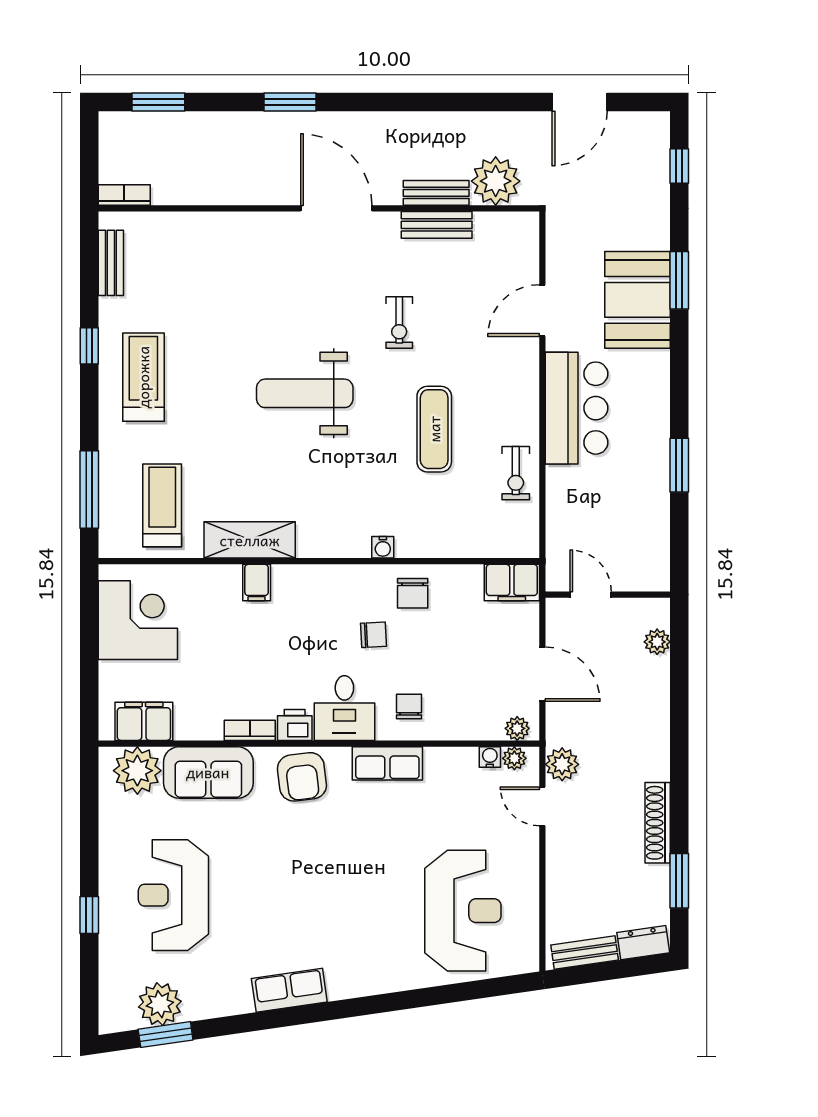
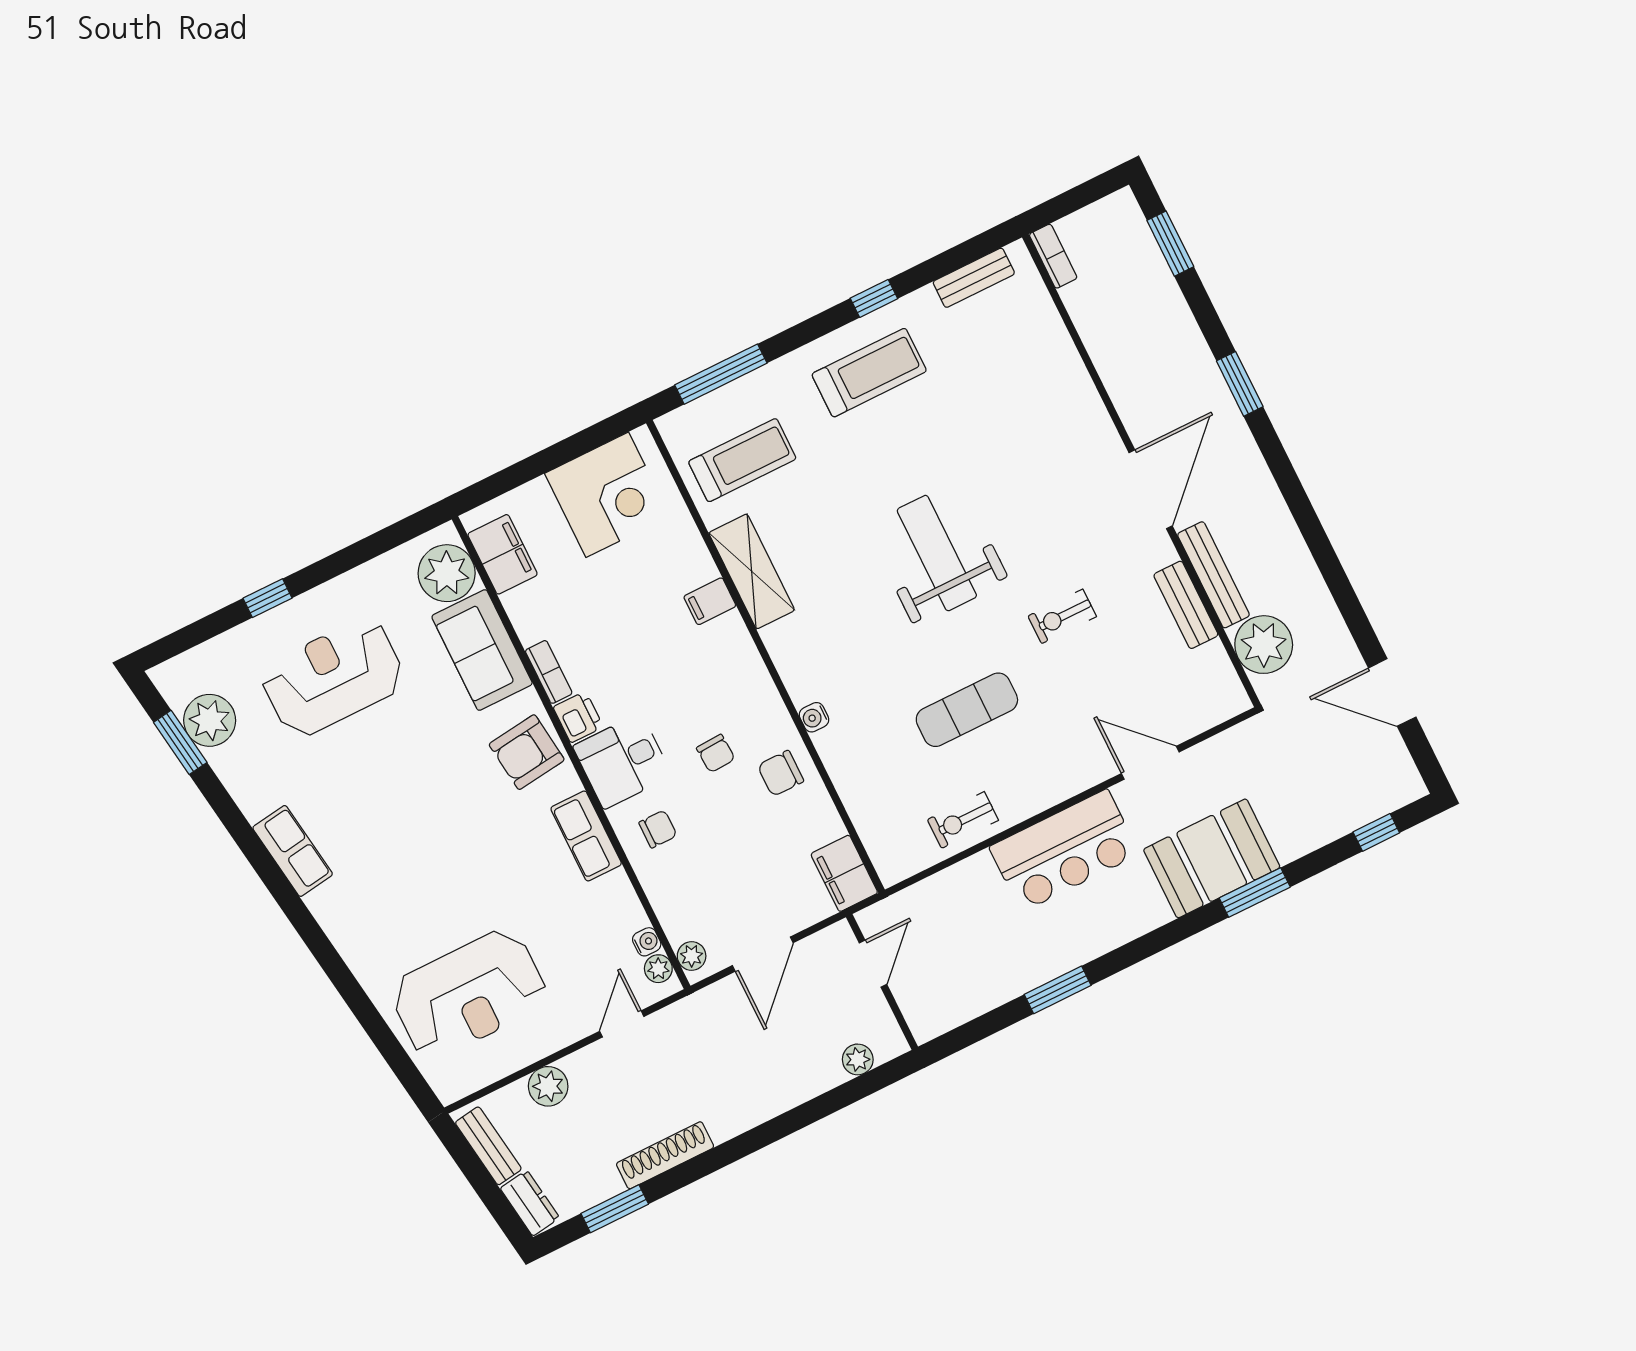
bench: (436, 193) -> (1213, 575), width x1.36
plant: (562, 764) -> (548, 1086), moved

